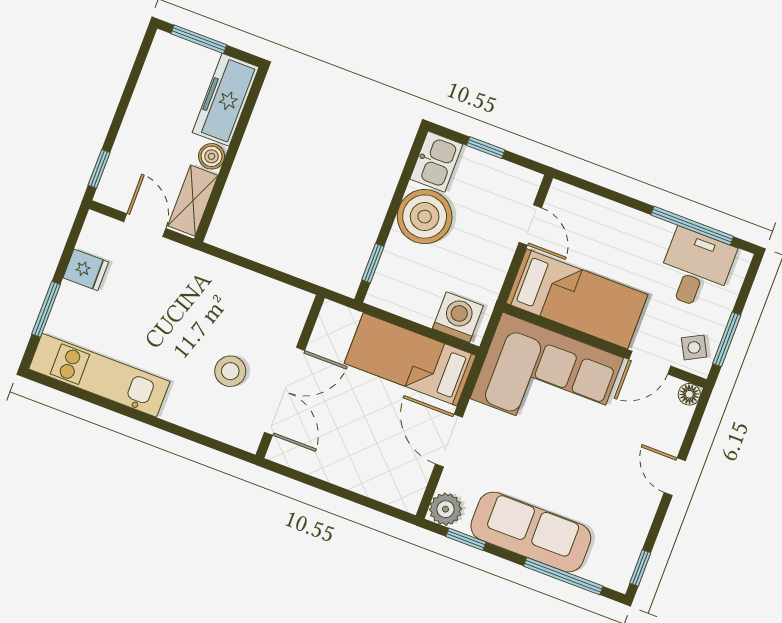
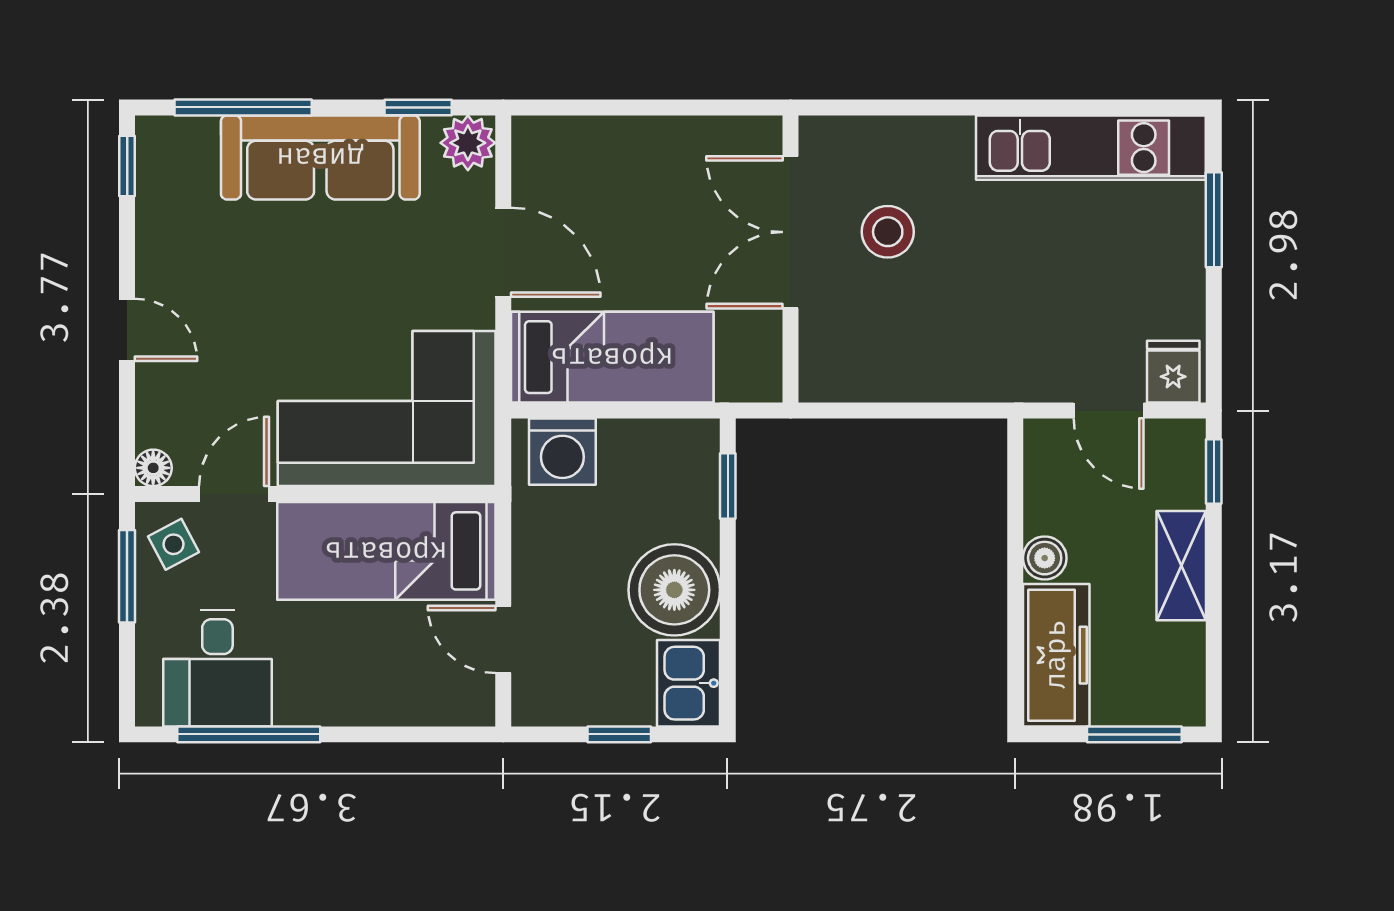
shelving: (193, 201) -> (1181, 566), moved
fridge: (86, 270) -> (1173, 372), moved, turned 90

